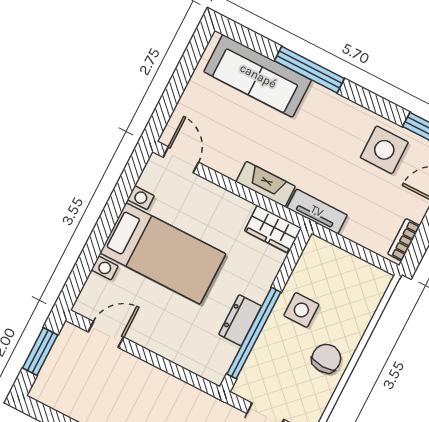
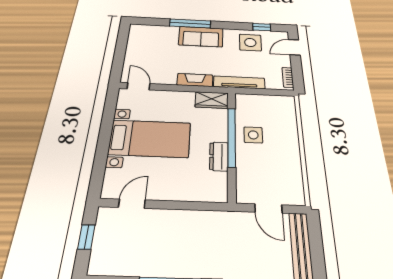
sofa: (258, 76) -> (201, 37), moved, width x0.73
tv unit: (317, 211) -> (239, 82), width x1.41
window: (254, 333) -> (232, 137), moved
window: (40, 352) -> (86, 237), width x0.67
chair: (326, 359) -> (285, 156), removed

